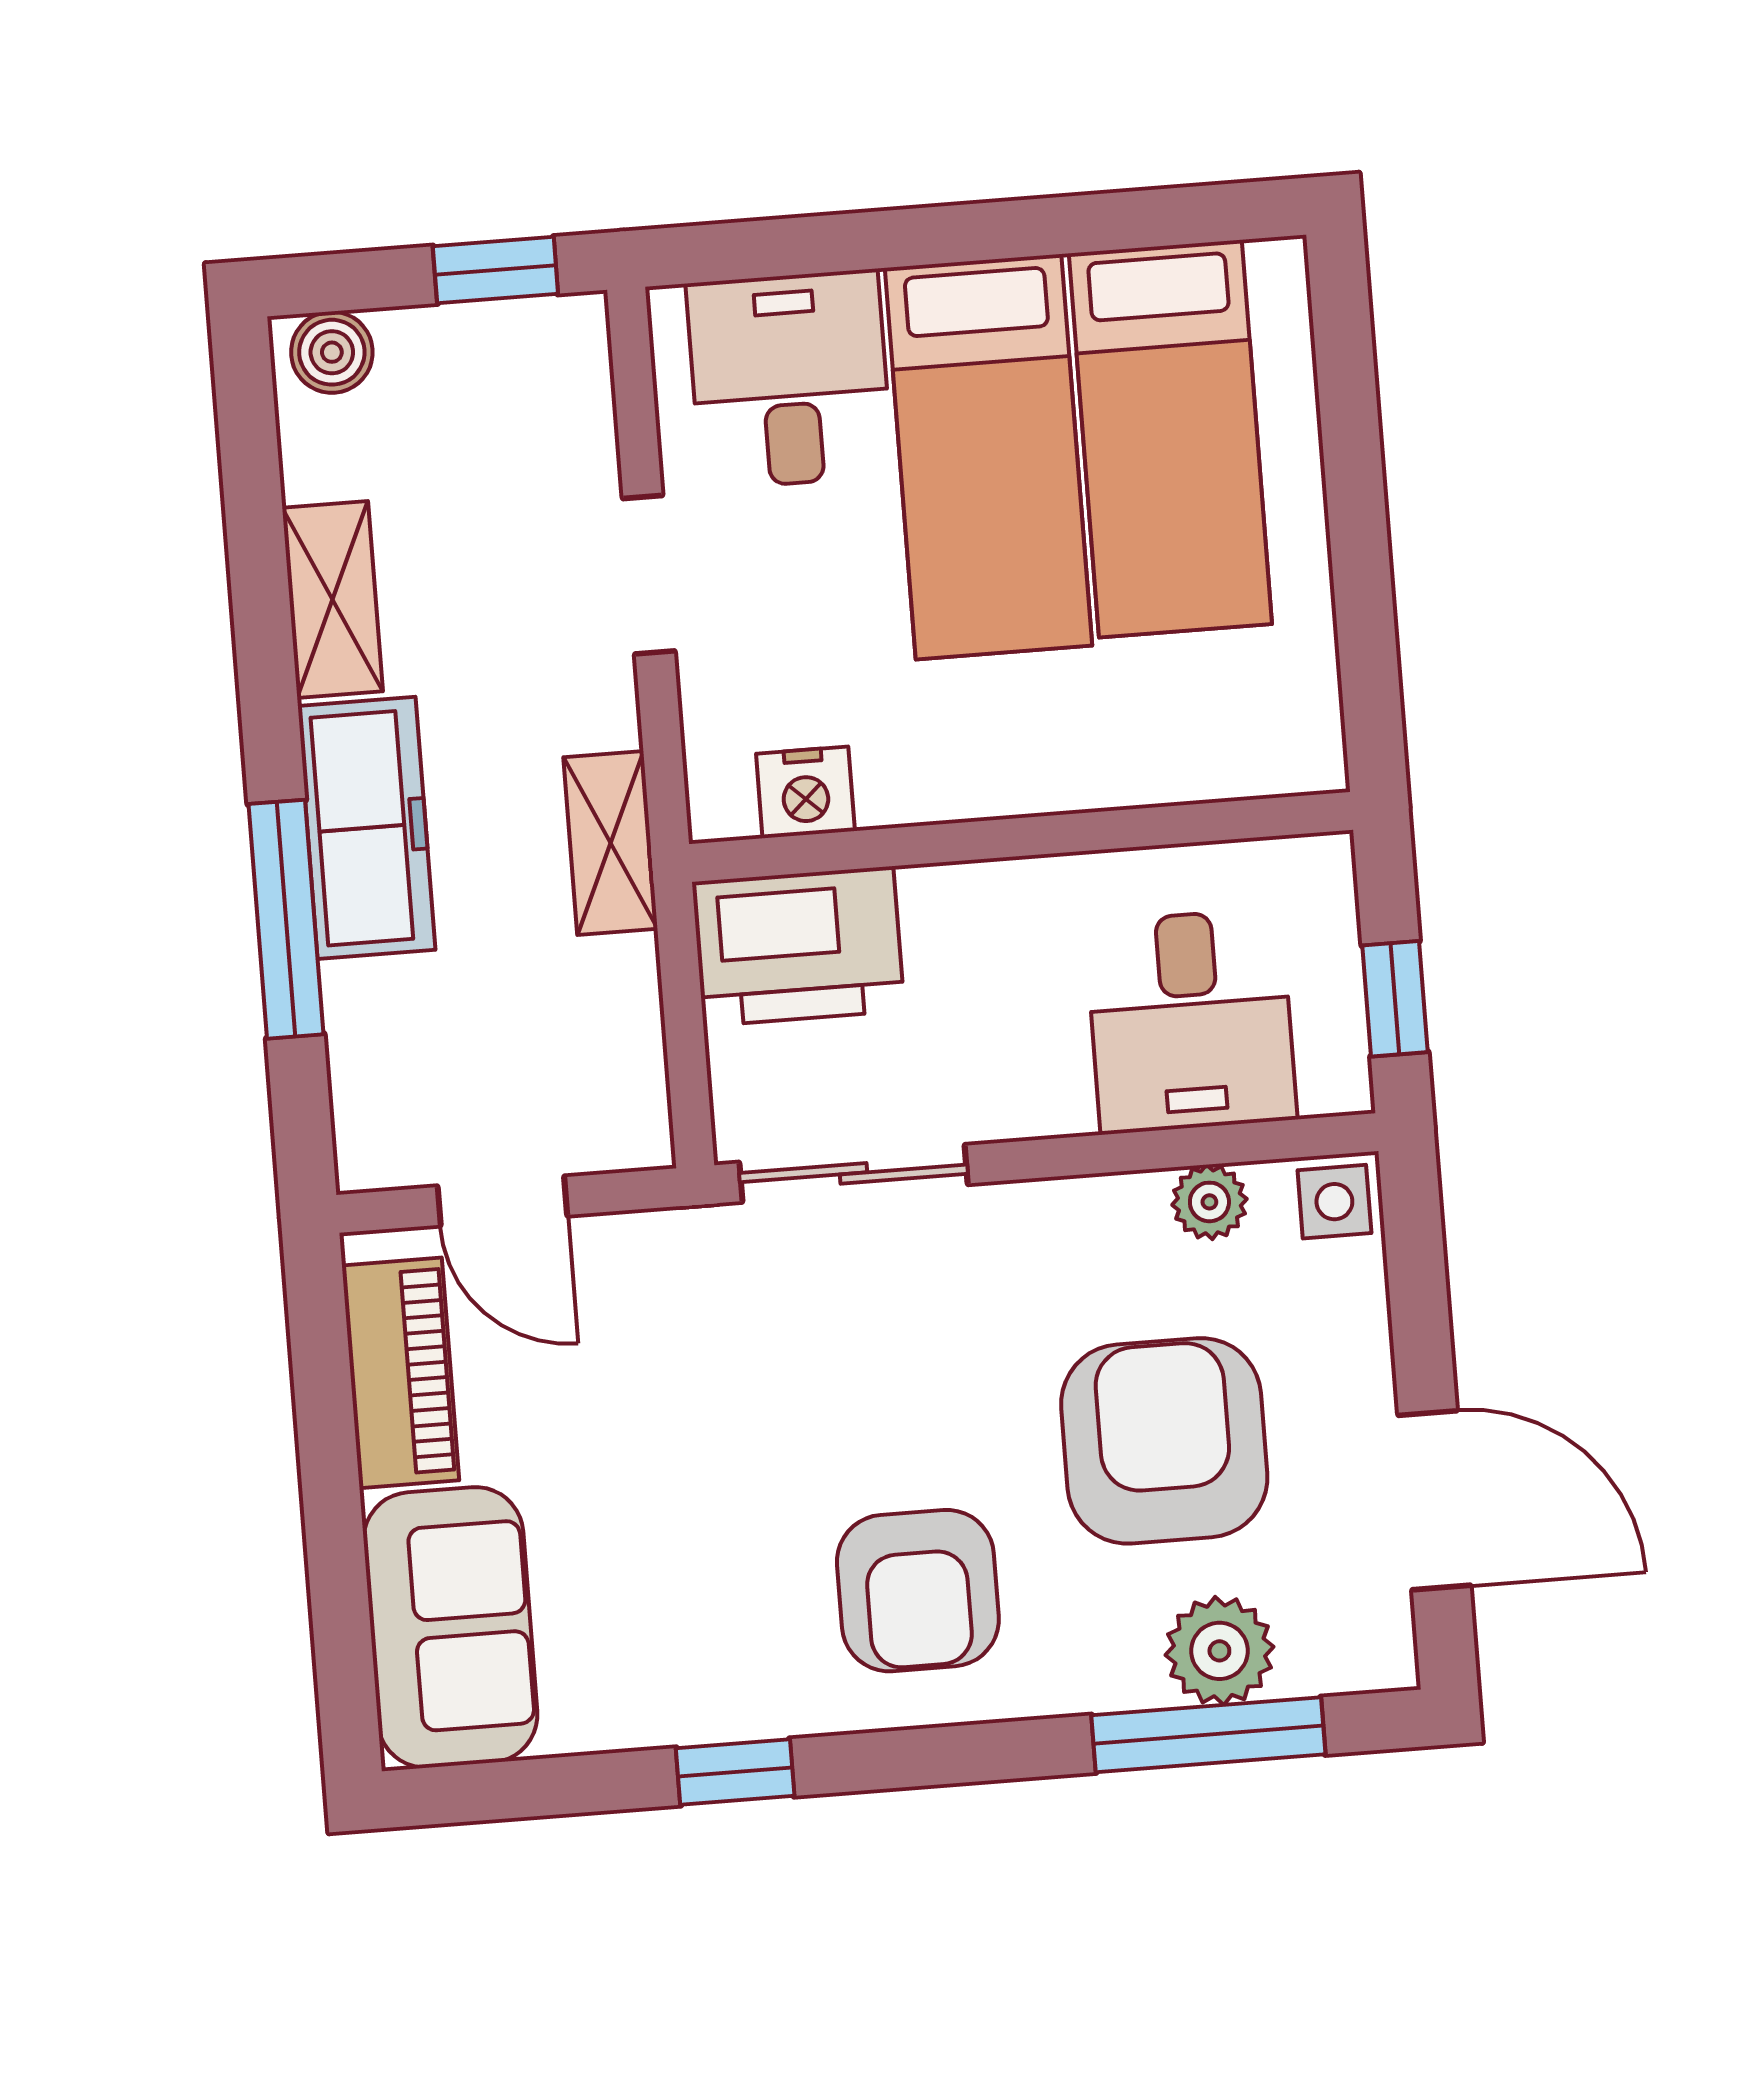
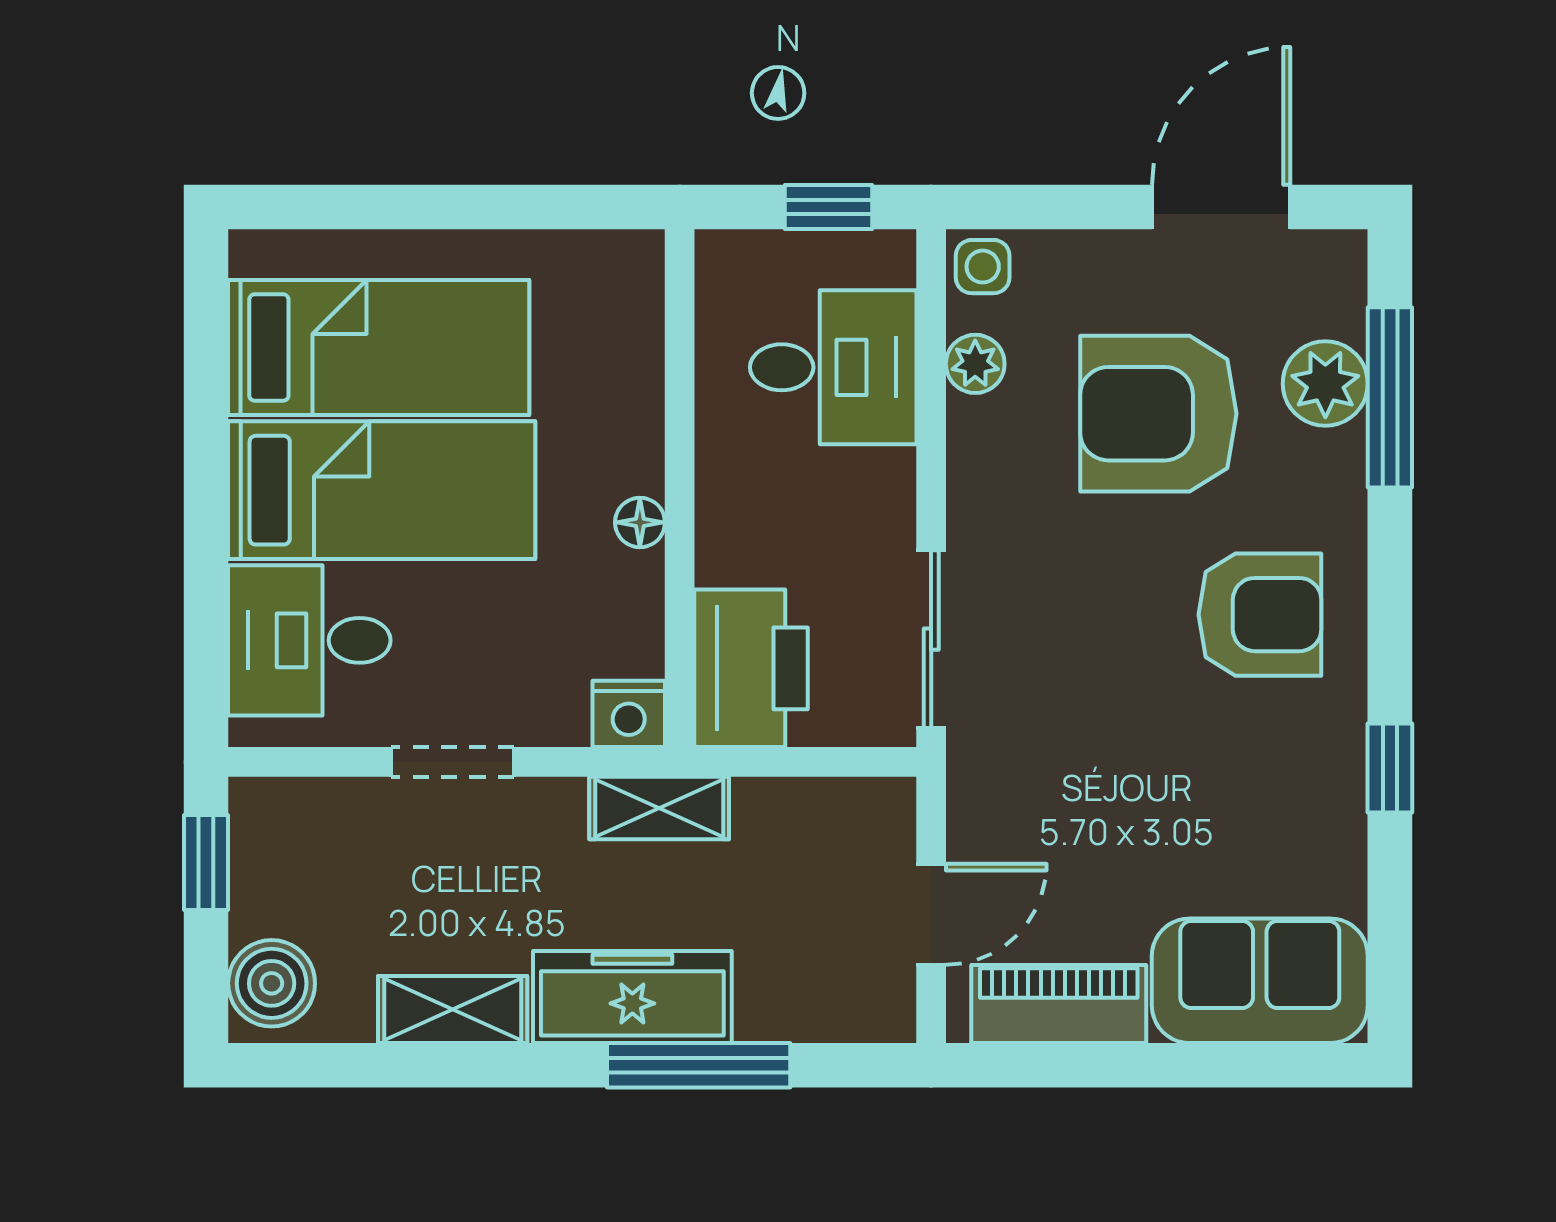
boiler: (332, 352) -> (272, 983), width x1.36, depth x1.36
floor lamp: (973, 790) -> (640, 522), added
nightstand: (805, 792) -> (629, 714), moved, turned 90

